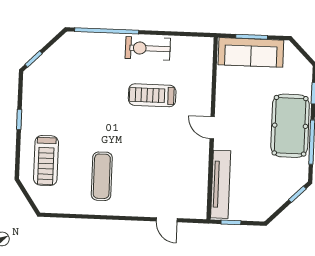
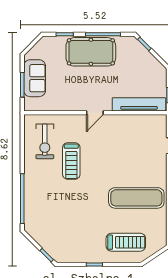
exercise bike: (148, 48) -> (45, 141), moved
sofa: (251, 52) -> (35, 78), width x0.73
exercise mat: (102, 176) -> (136, 198), width x1.36, depth x1.45

